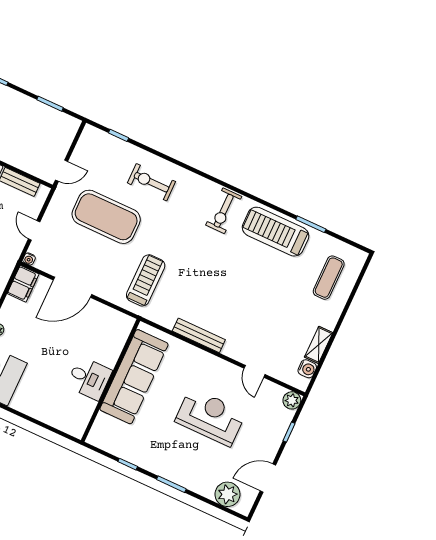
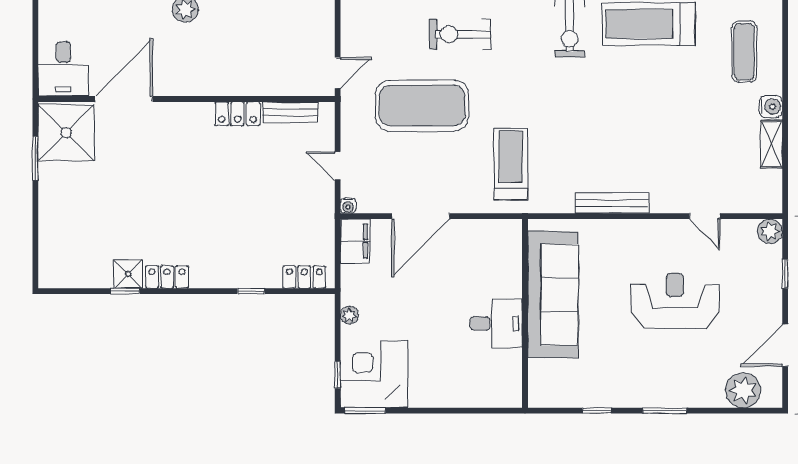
water cooler: (307, 369) -> (771, 107), moved

